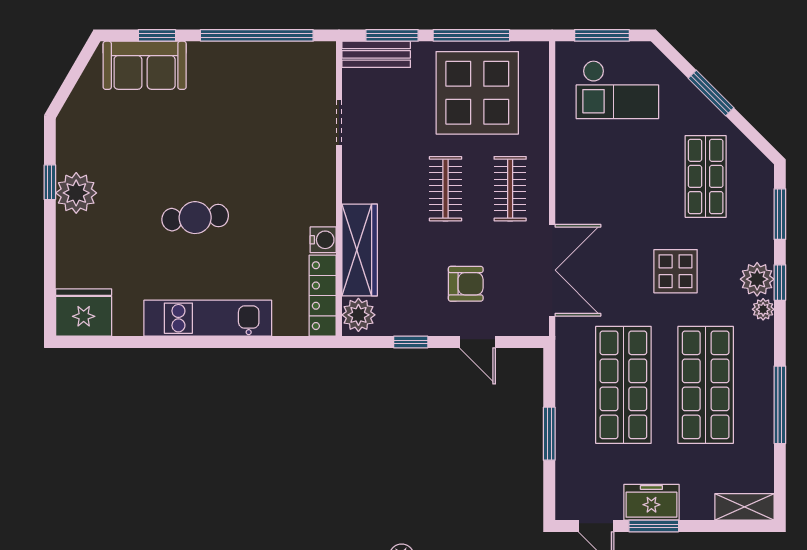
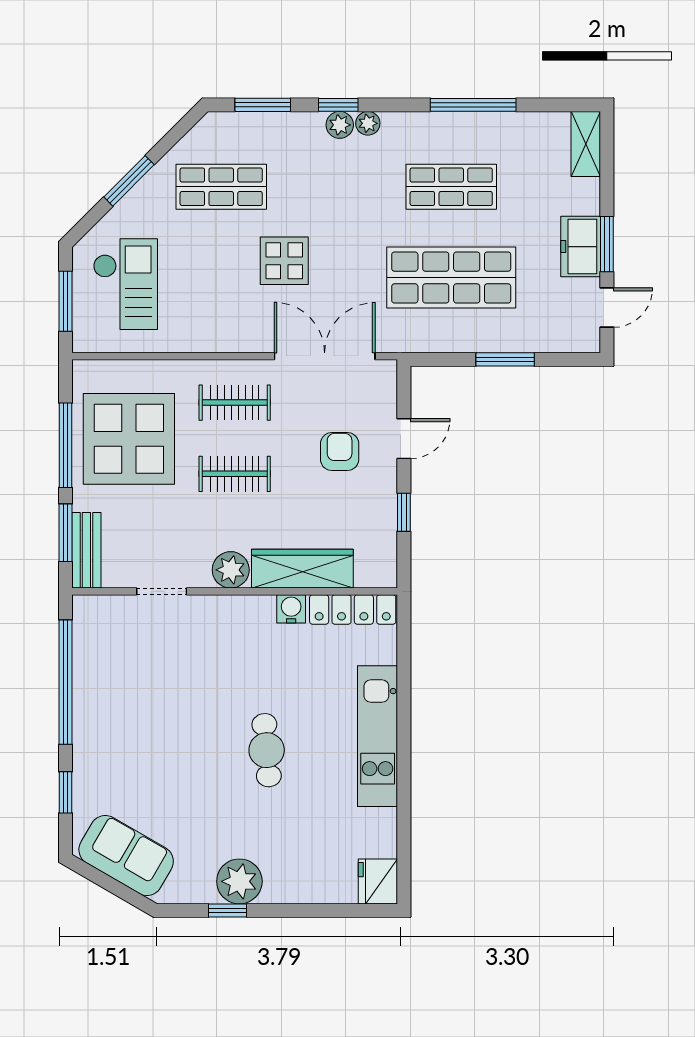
sofa: (145, 65) -> (126, 856), moved, turned -60
display table: (676, 271) -> (284, 261), moved
plant: (757, 279) -> (340, 125), width x0.73, depth x0.73
fridge: (84, 312) -> (378, 881), width x0.73, depth x0.75
plant: (358, 315) -> (231, 570), moved
shop shelf: (706, 385) -> (451, 187), width x0.70, depth x0.74

